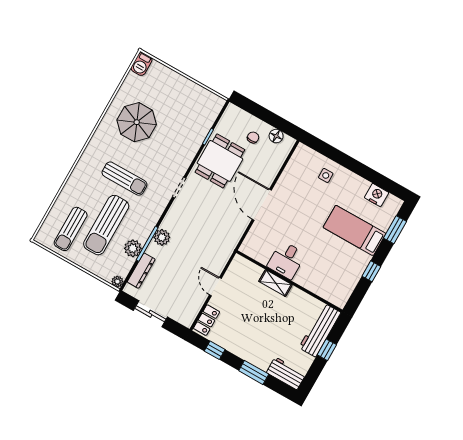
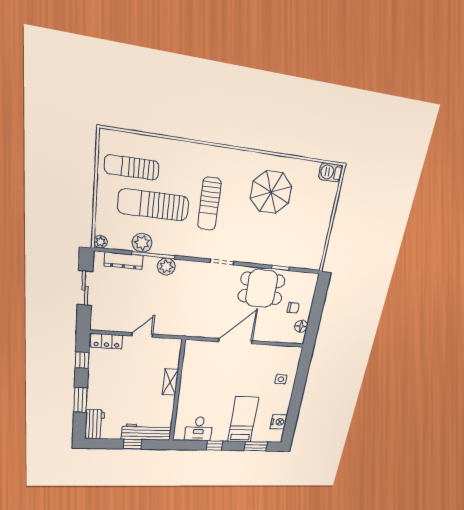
desk: (286, 260) -> (199, 429), moved, turned -90

